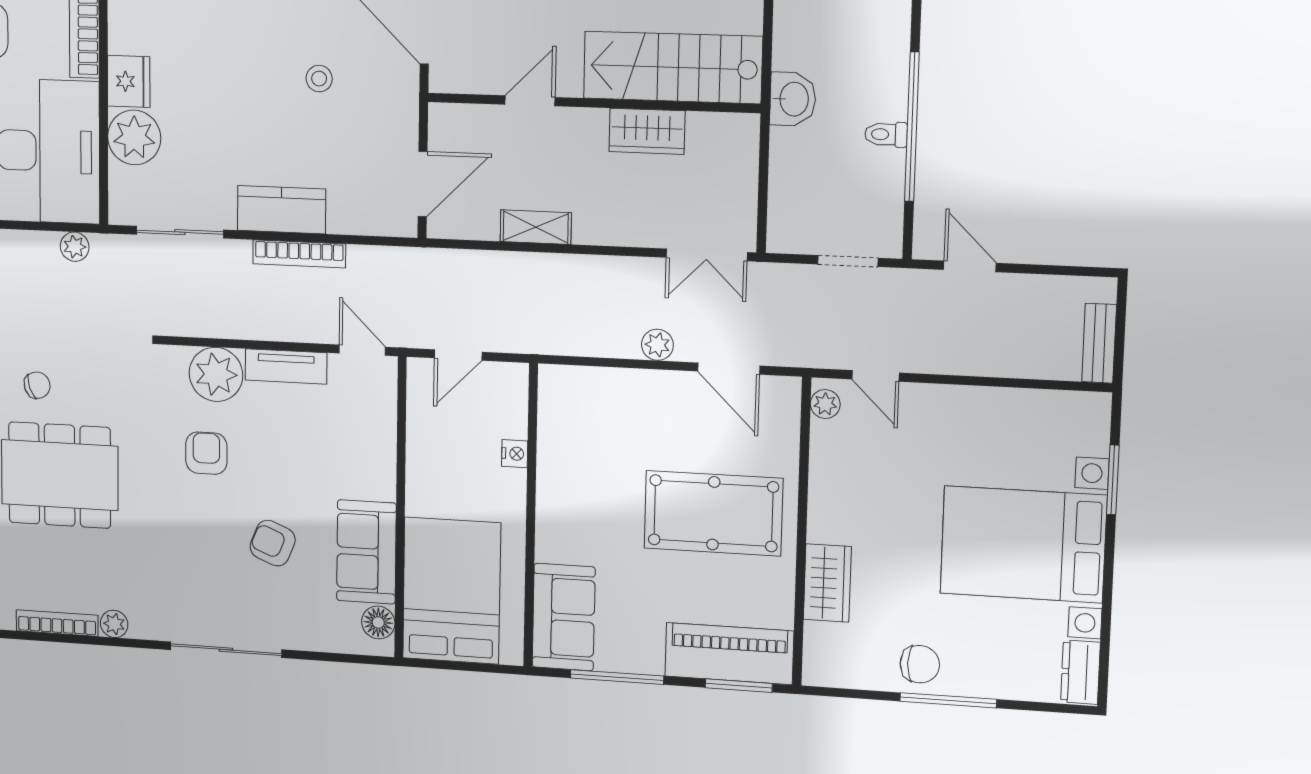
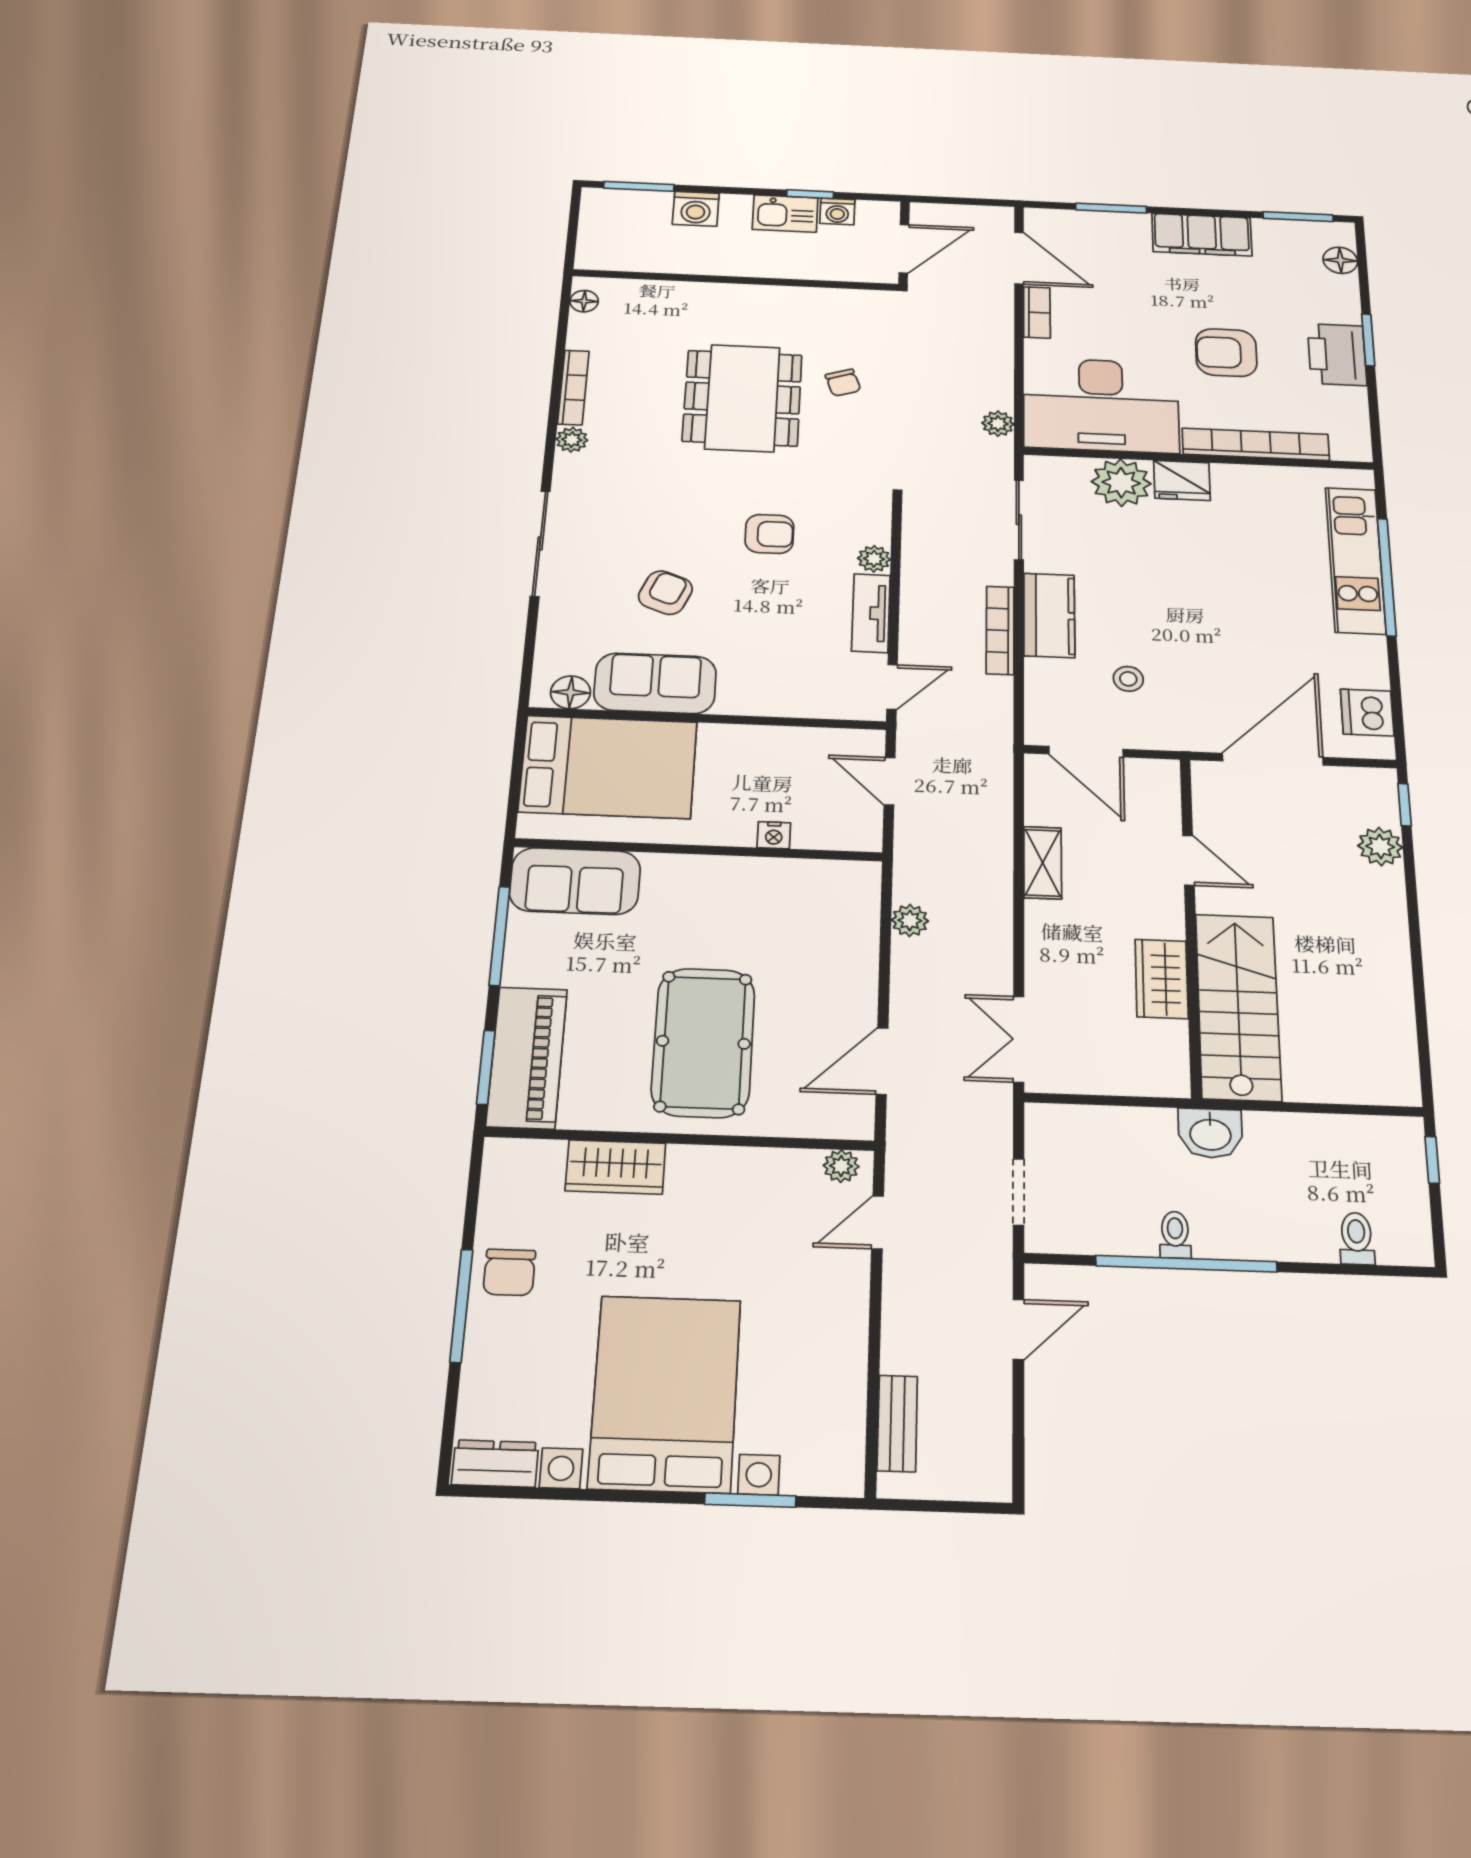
stool: (319, 79) -> (1128, 679), moved
bench: (1099, 343) -> (897, 1423), moved, turned 90
plant: (657, 345) -> (910, 920), moved
plant: (216, 374) -> (874, 559), width x0.53, depth x0.53

